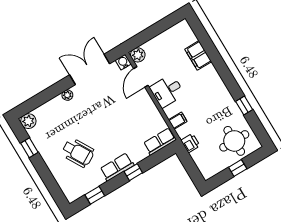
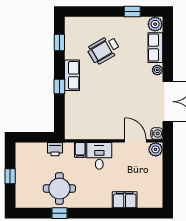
desk: (167, 91) -> (99, 156), moved
row of seats: (160, 141) -> (155, 48), moved, turned 180
round table: (234, 141) -> (59, 189), moved

